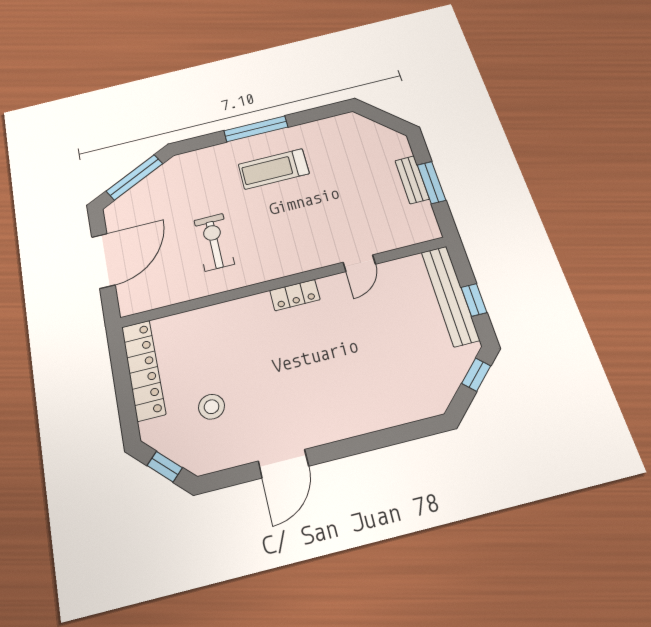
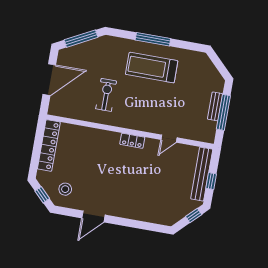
treadmill: (274, 169) -> (152, 68), width x1.37, depth x1.38
window: (431, 182) -> (223, 112), width x1.44
stool: (212, 407) -> (65, 189), moved

